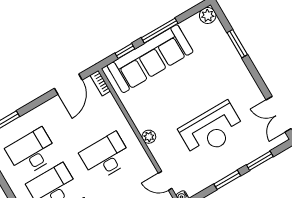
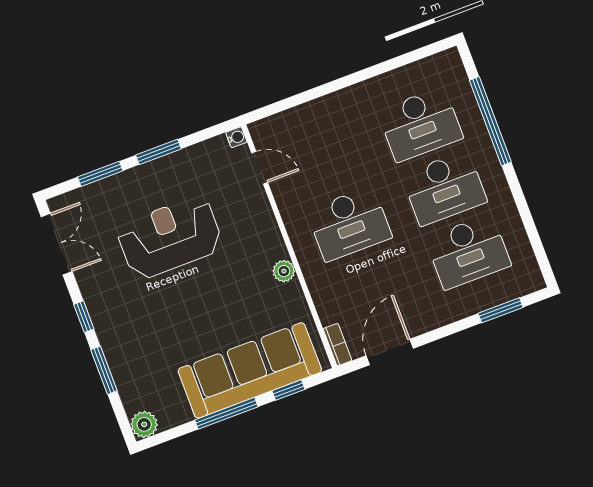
window: (255, 74) -> (84, 317), added
plant: (149, 137) -> (284, 271), moved

